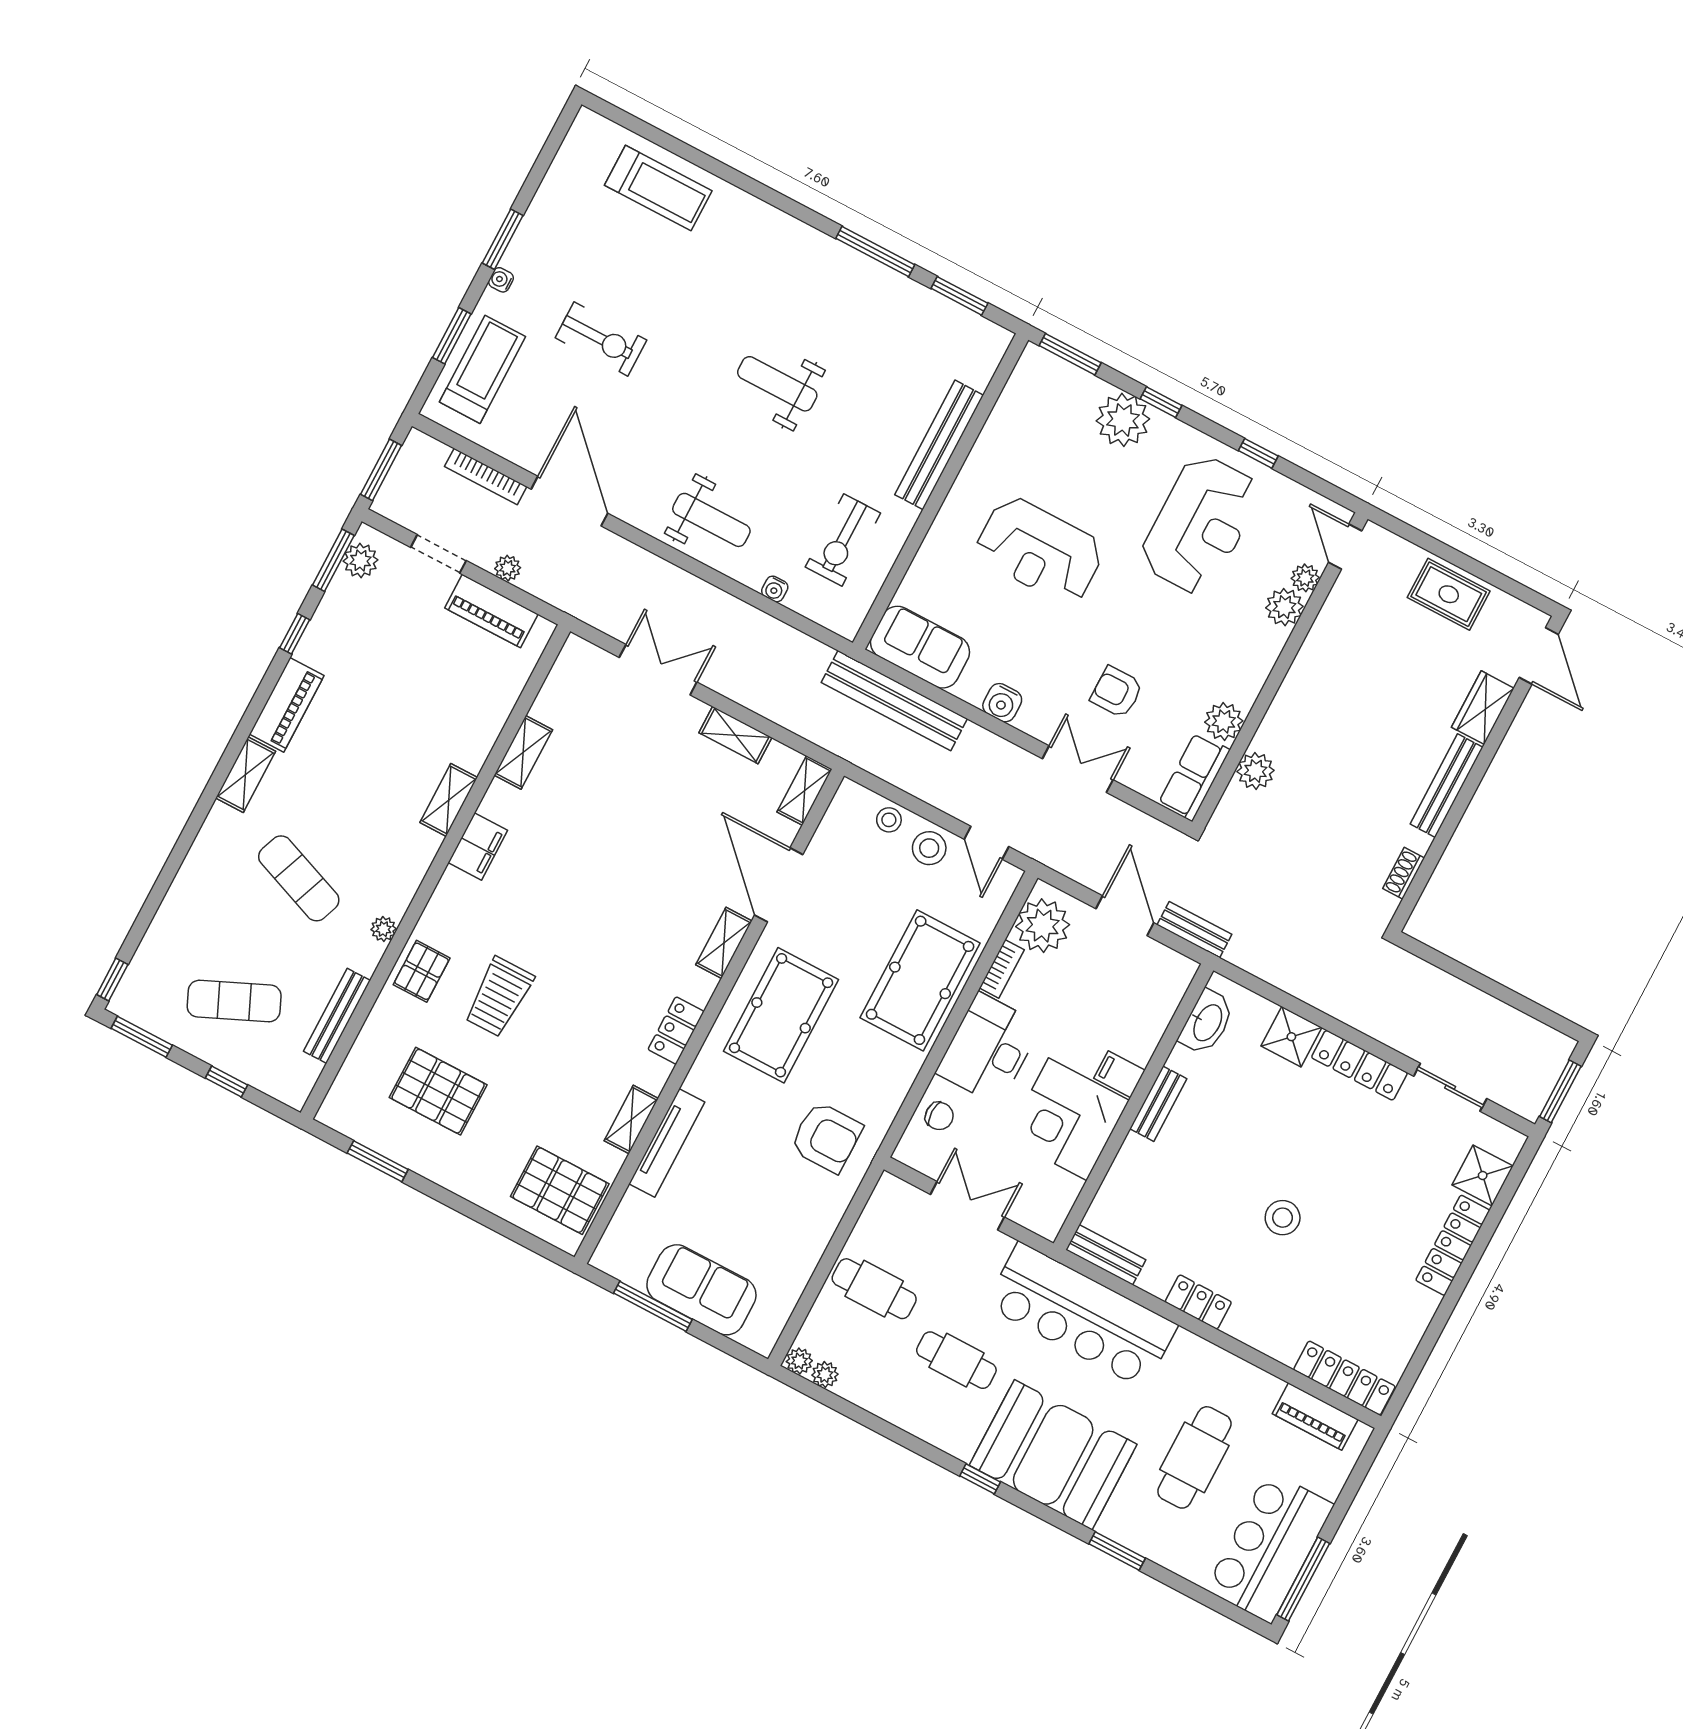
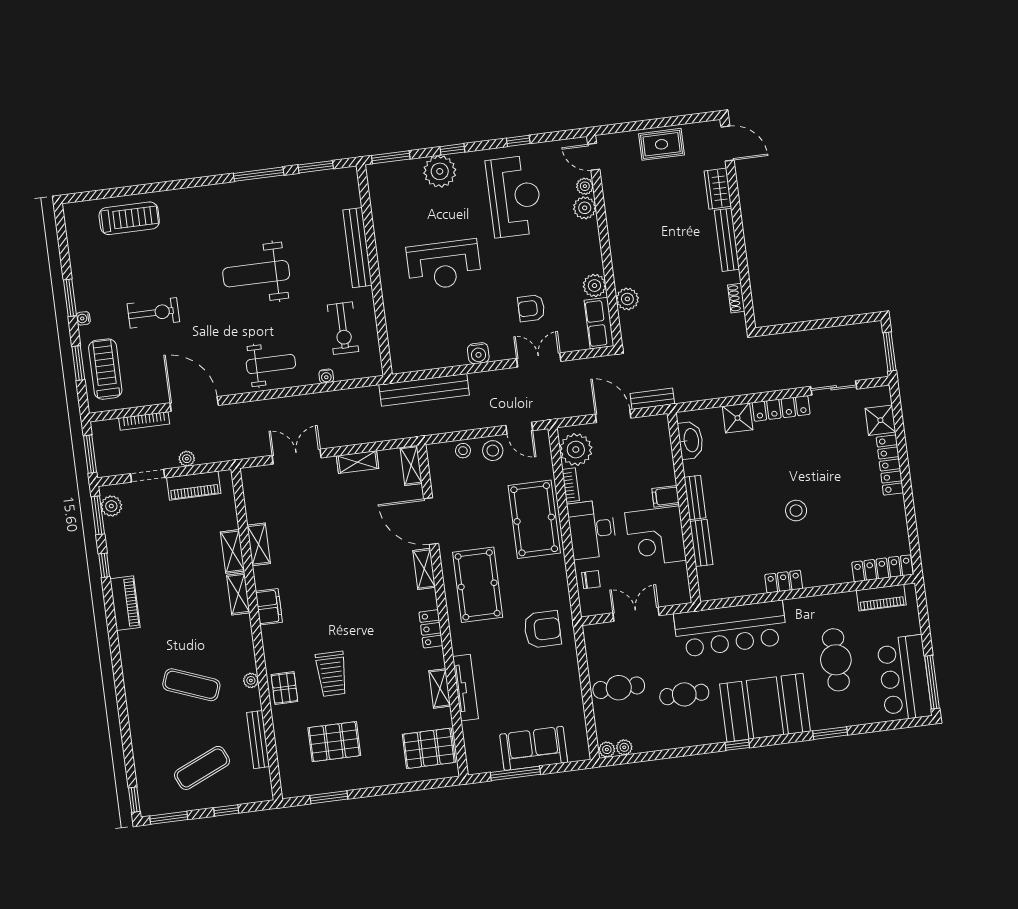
weight bench: (777, 384) -> (256, 274), width x1.36, depth x1.33
sofa: (920, 647) -> (418, 354), removed
shelving: (246, 775) -> (232, 551), moved
bench: (1106, 1255) -> (701, 543), moved, turned 90

